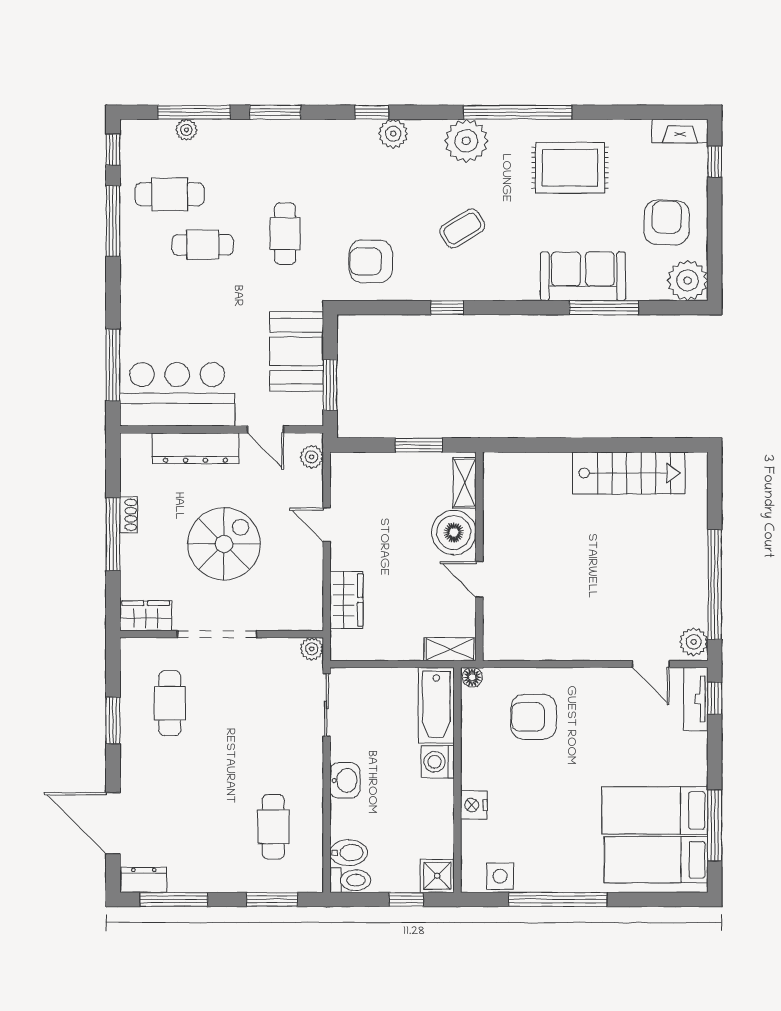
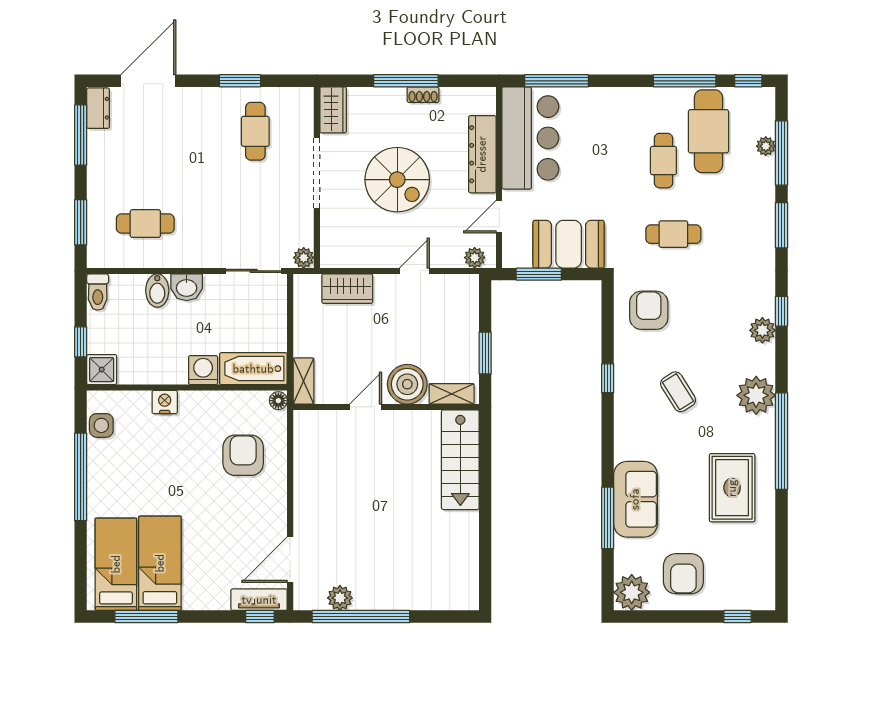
fireplace: (680, 131) -> (765, 586), removed
cafe table: (170, 194) -> (709, 131), width x1.37, depth x1.35
armchair: (667, 222) -> (683, 574), turned 88
stairs: (629, 473) -> (460, 460), moved
plant: (694, 642) -> (340, 598), moved
door: (651, 664) -> (290, 560), width x1.38
cafe table: (170, 703) -> (255, 131), turned 90
bidet: (349, 853) -> (157, 291), moved

